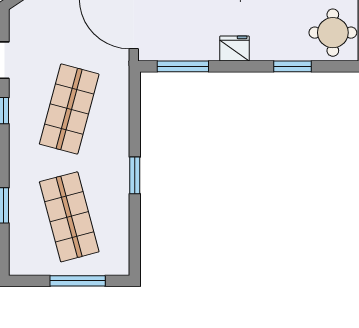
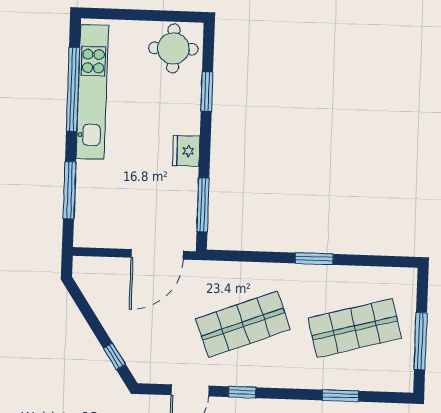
shop shelf: (69, 109) -> (243, 324), turned -36
window: (78, 281) -> (421, 341), moved

